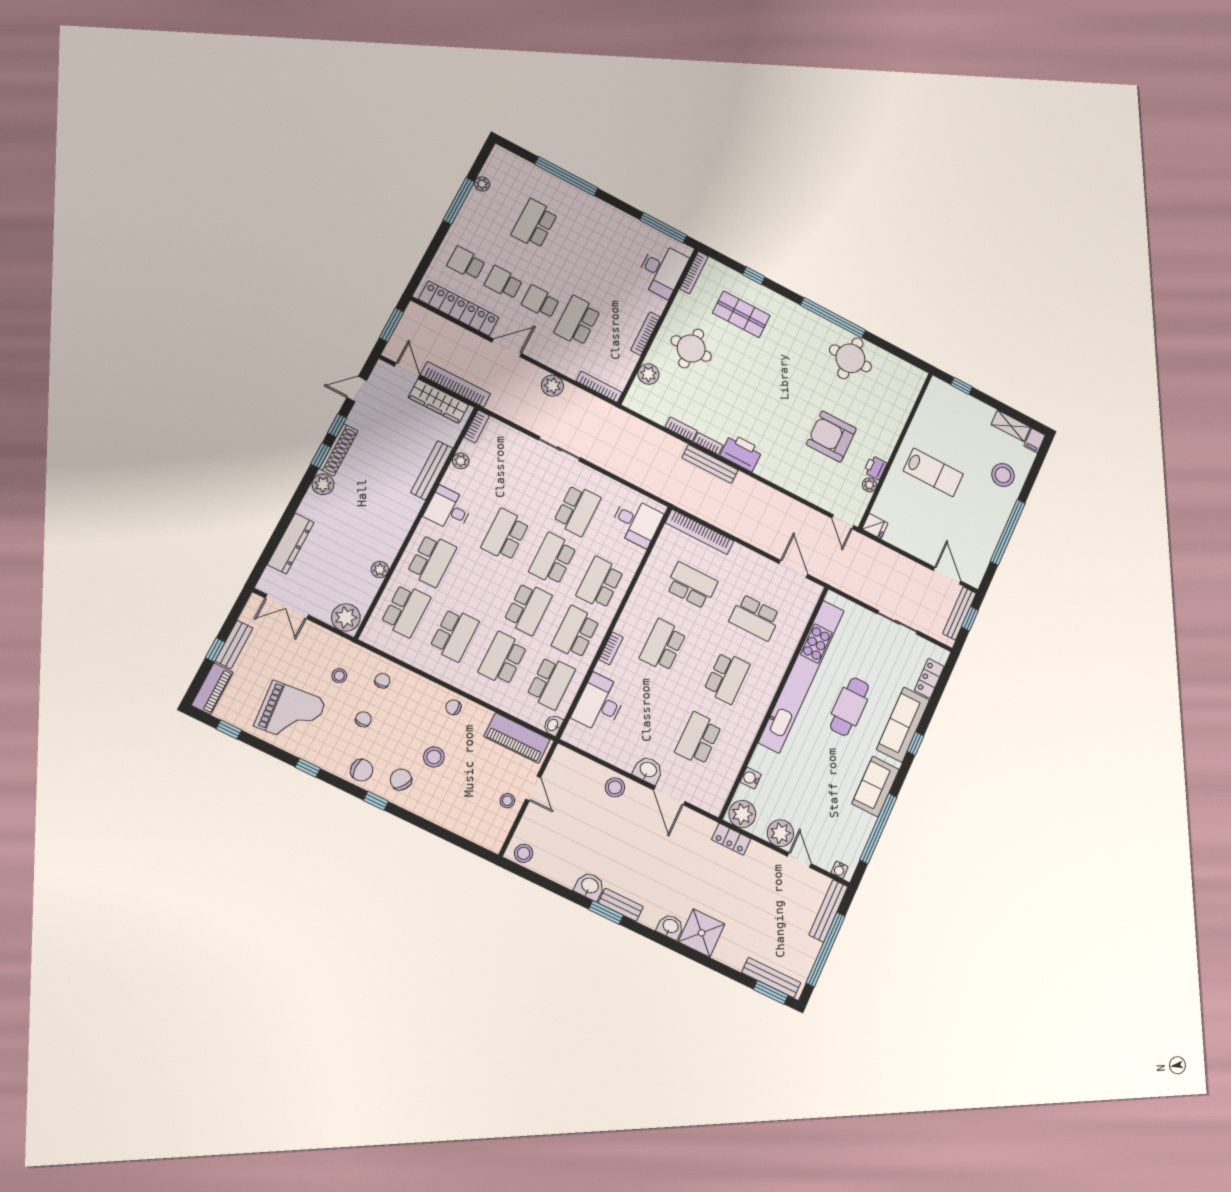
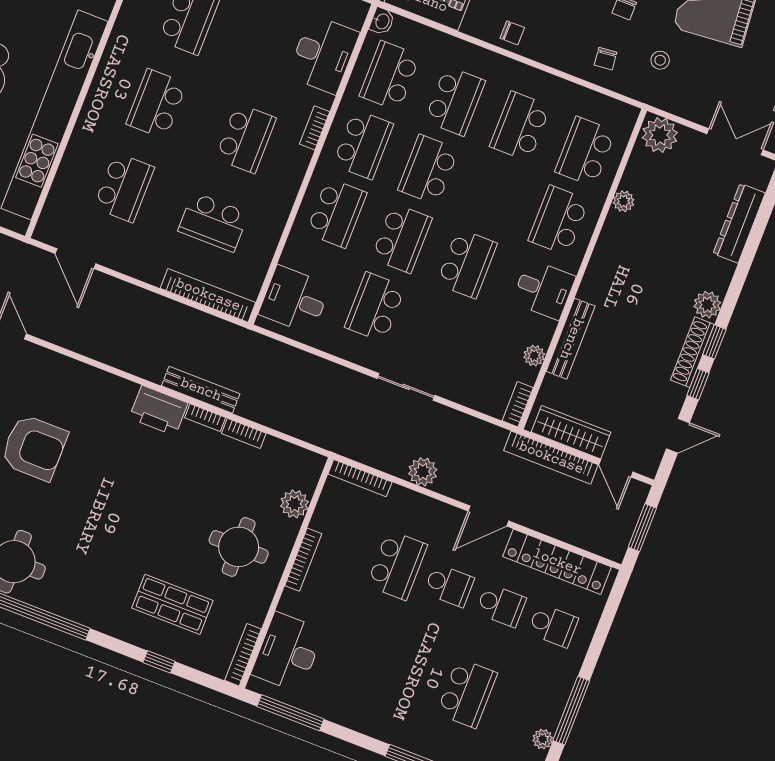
school desk: (755, 618) -> (124, 187), turned 90

